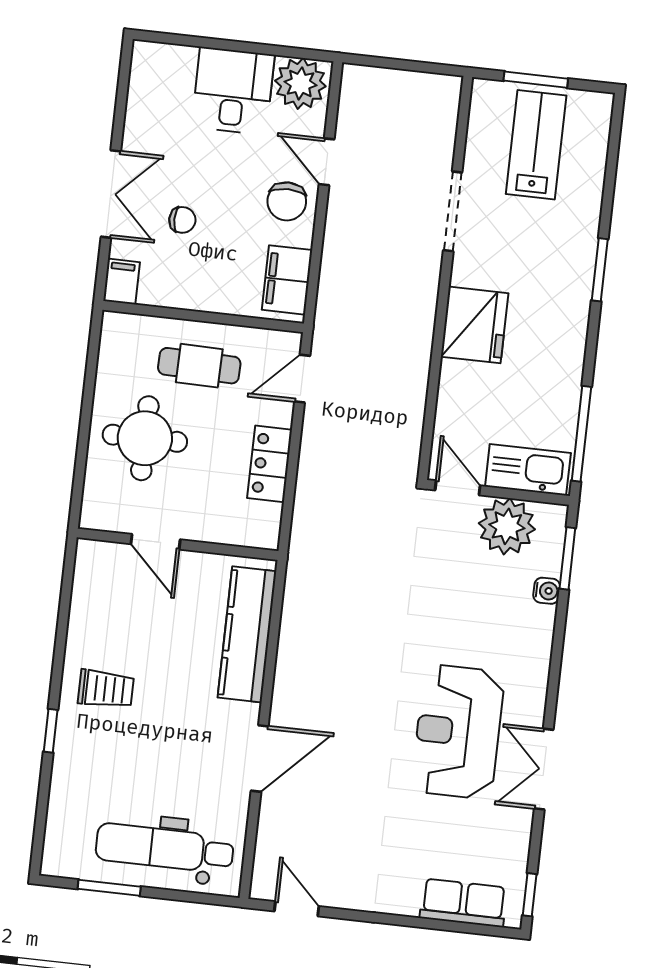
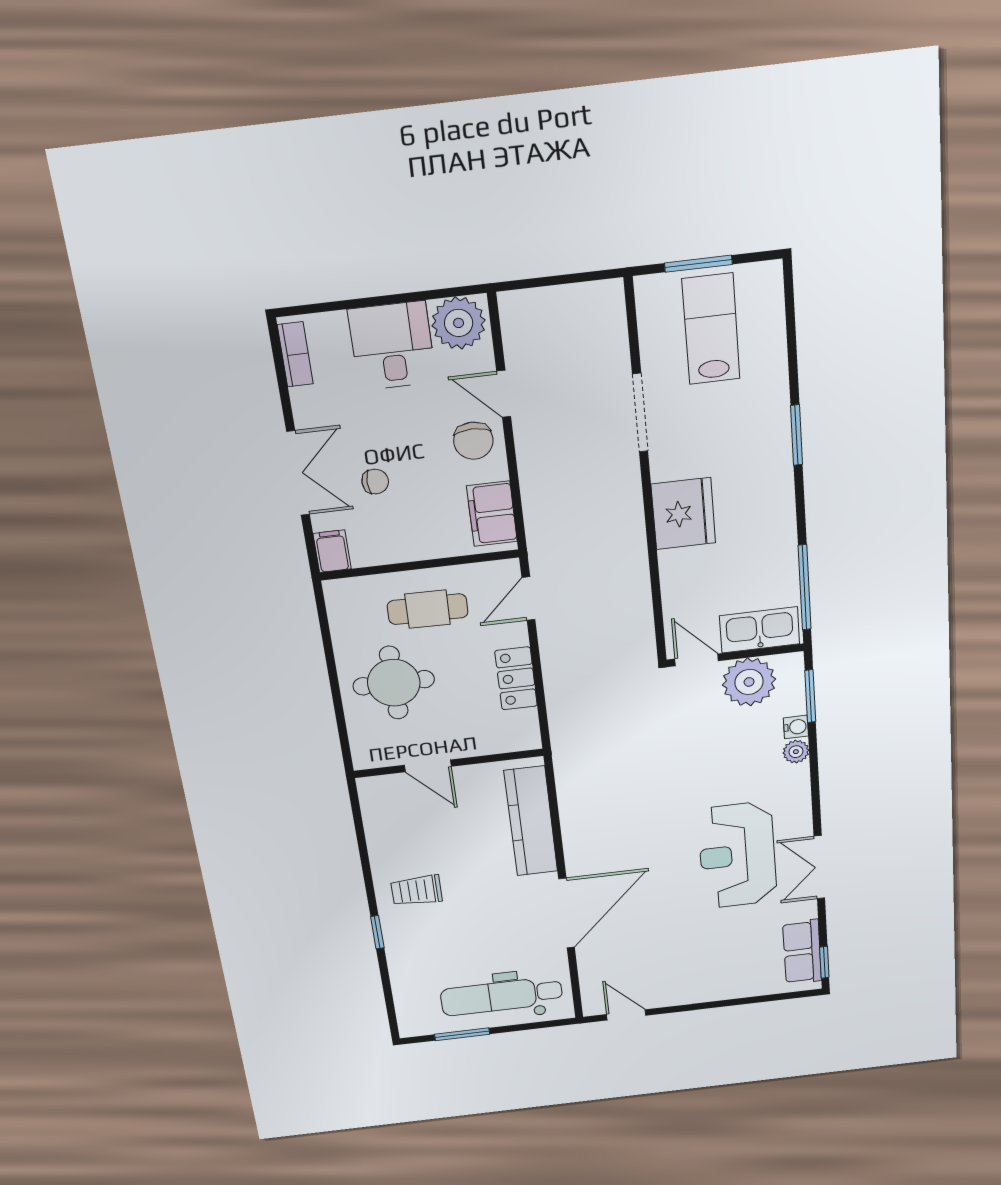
bookcase: (141, 78) -> (295, 354), added
plant: (542, 620) -> (796, 752), added
trolley: (106, 689) -> (416, 891), turned 180
door: (260, 758) -> (567, 913), width x1.36
row of seats: (463, 903) -> (802, 952), moved, turned -90

